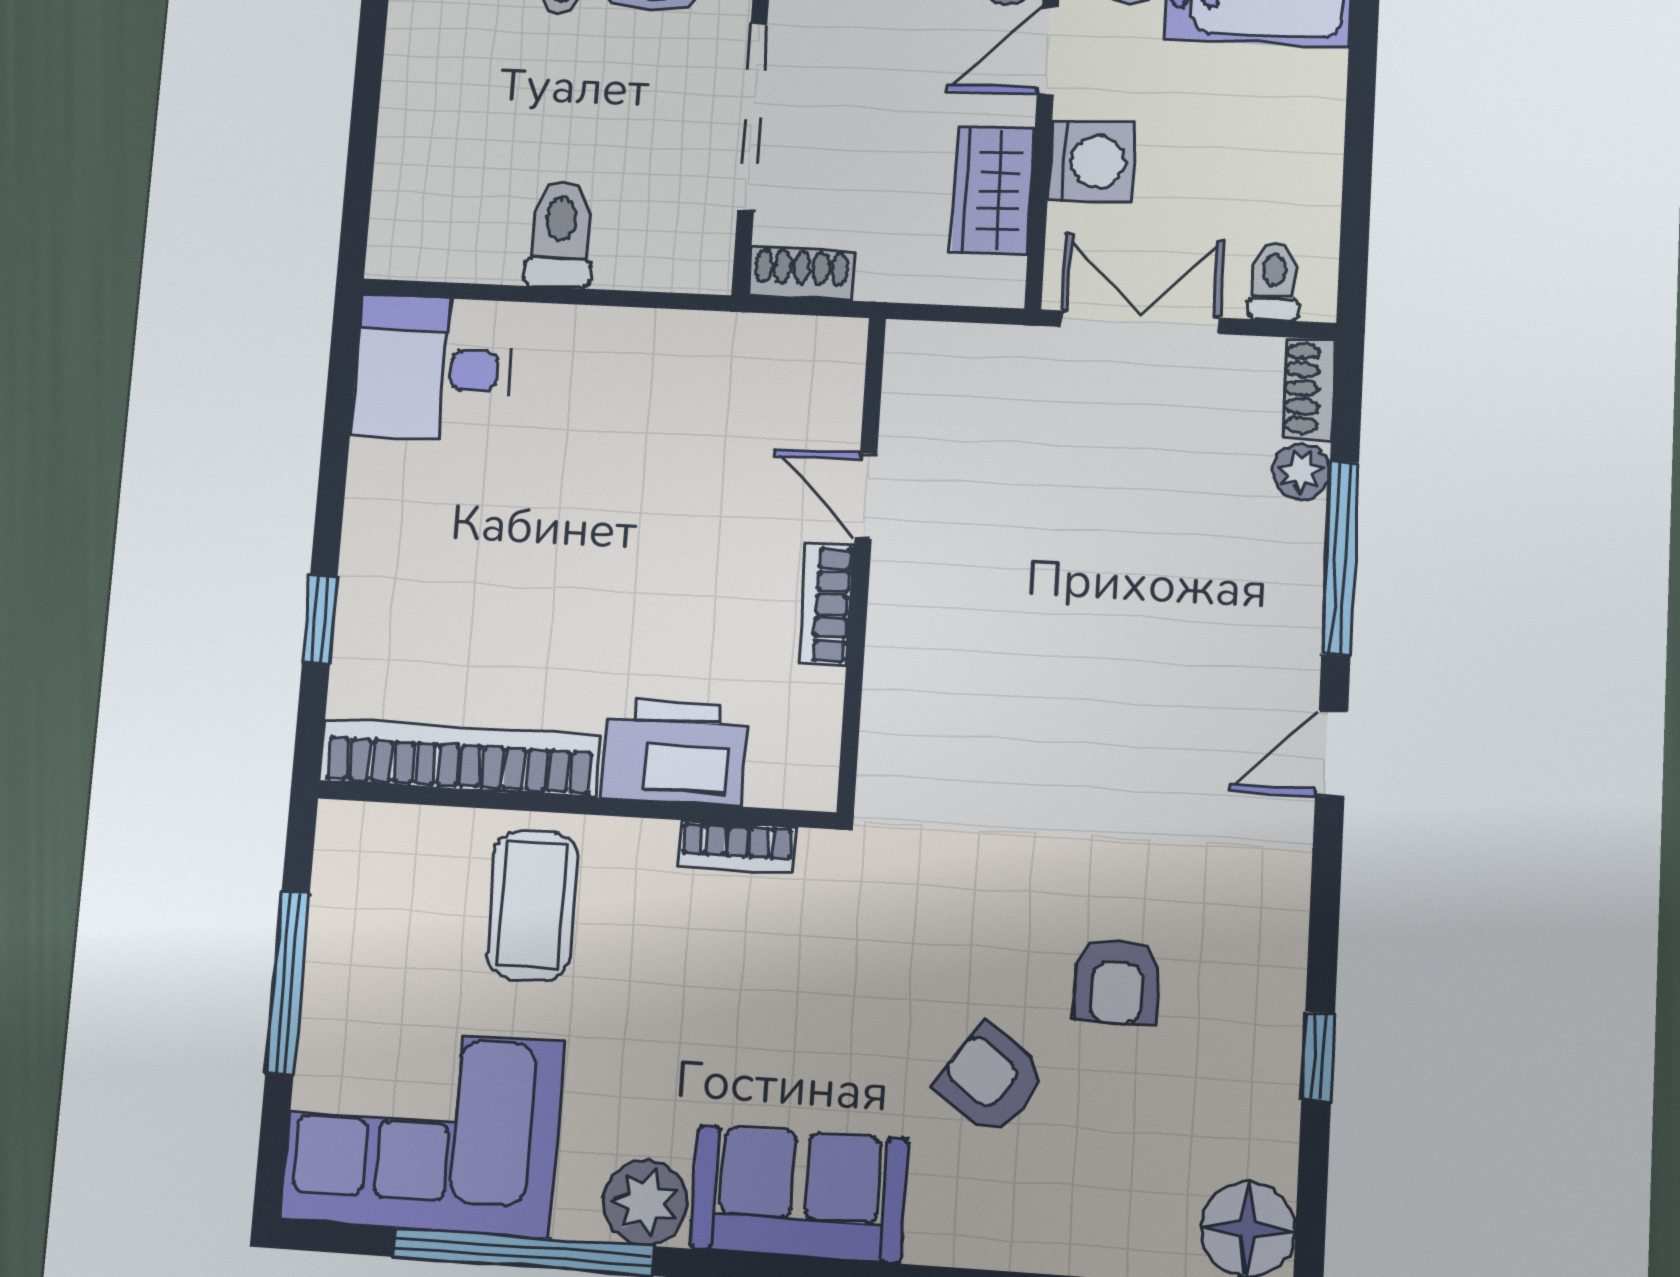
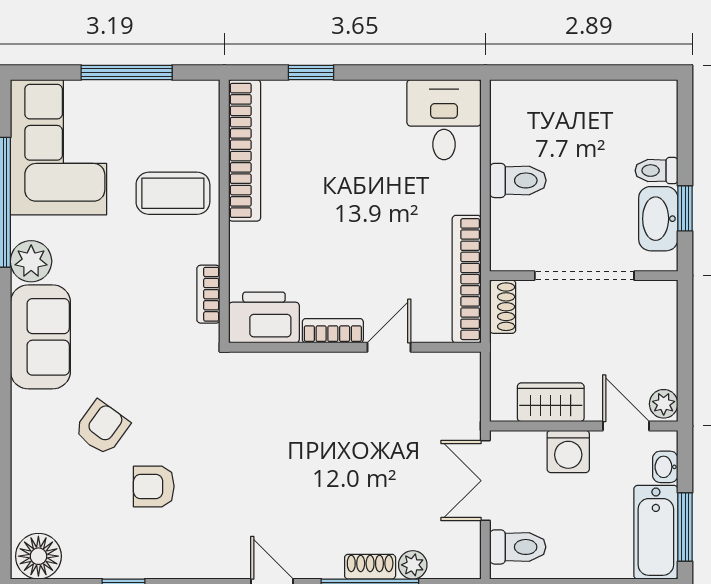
toilet: (1274, 281) -> (518, 547), width x1.37, depth x1.39
double door: (1140, 322) -> (485, 481), swing flipped
bookcase: (743, 340) -> (467, 279), added
shoe rack: (1308, 388) -> (370, 567), moved
printer: (675, 752) -> (264, 317), moved, turned -90

